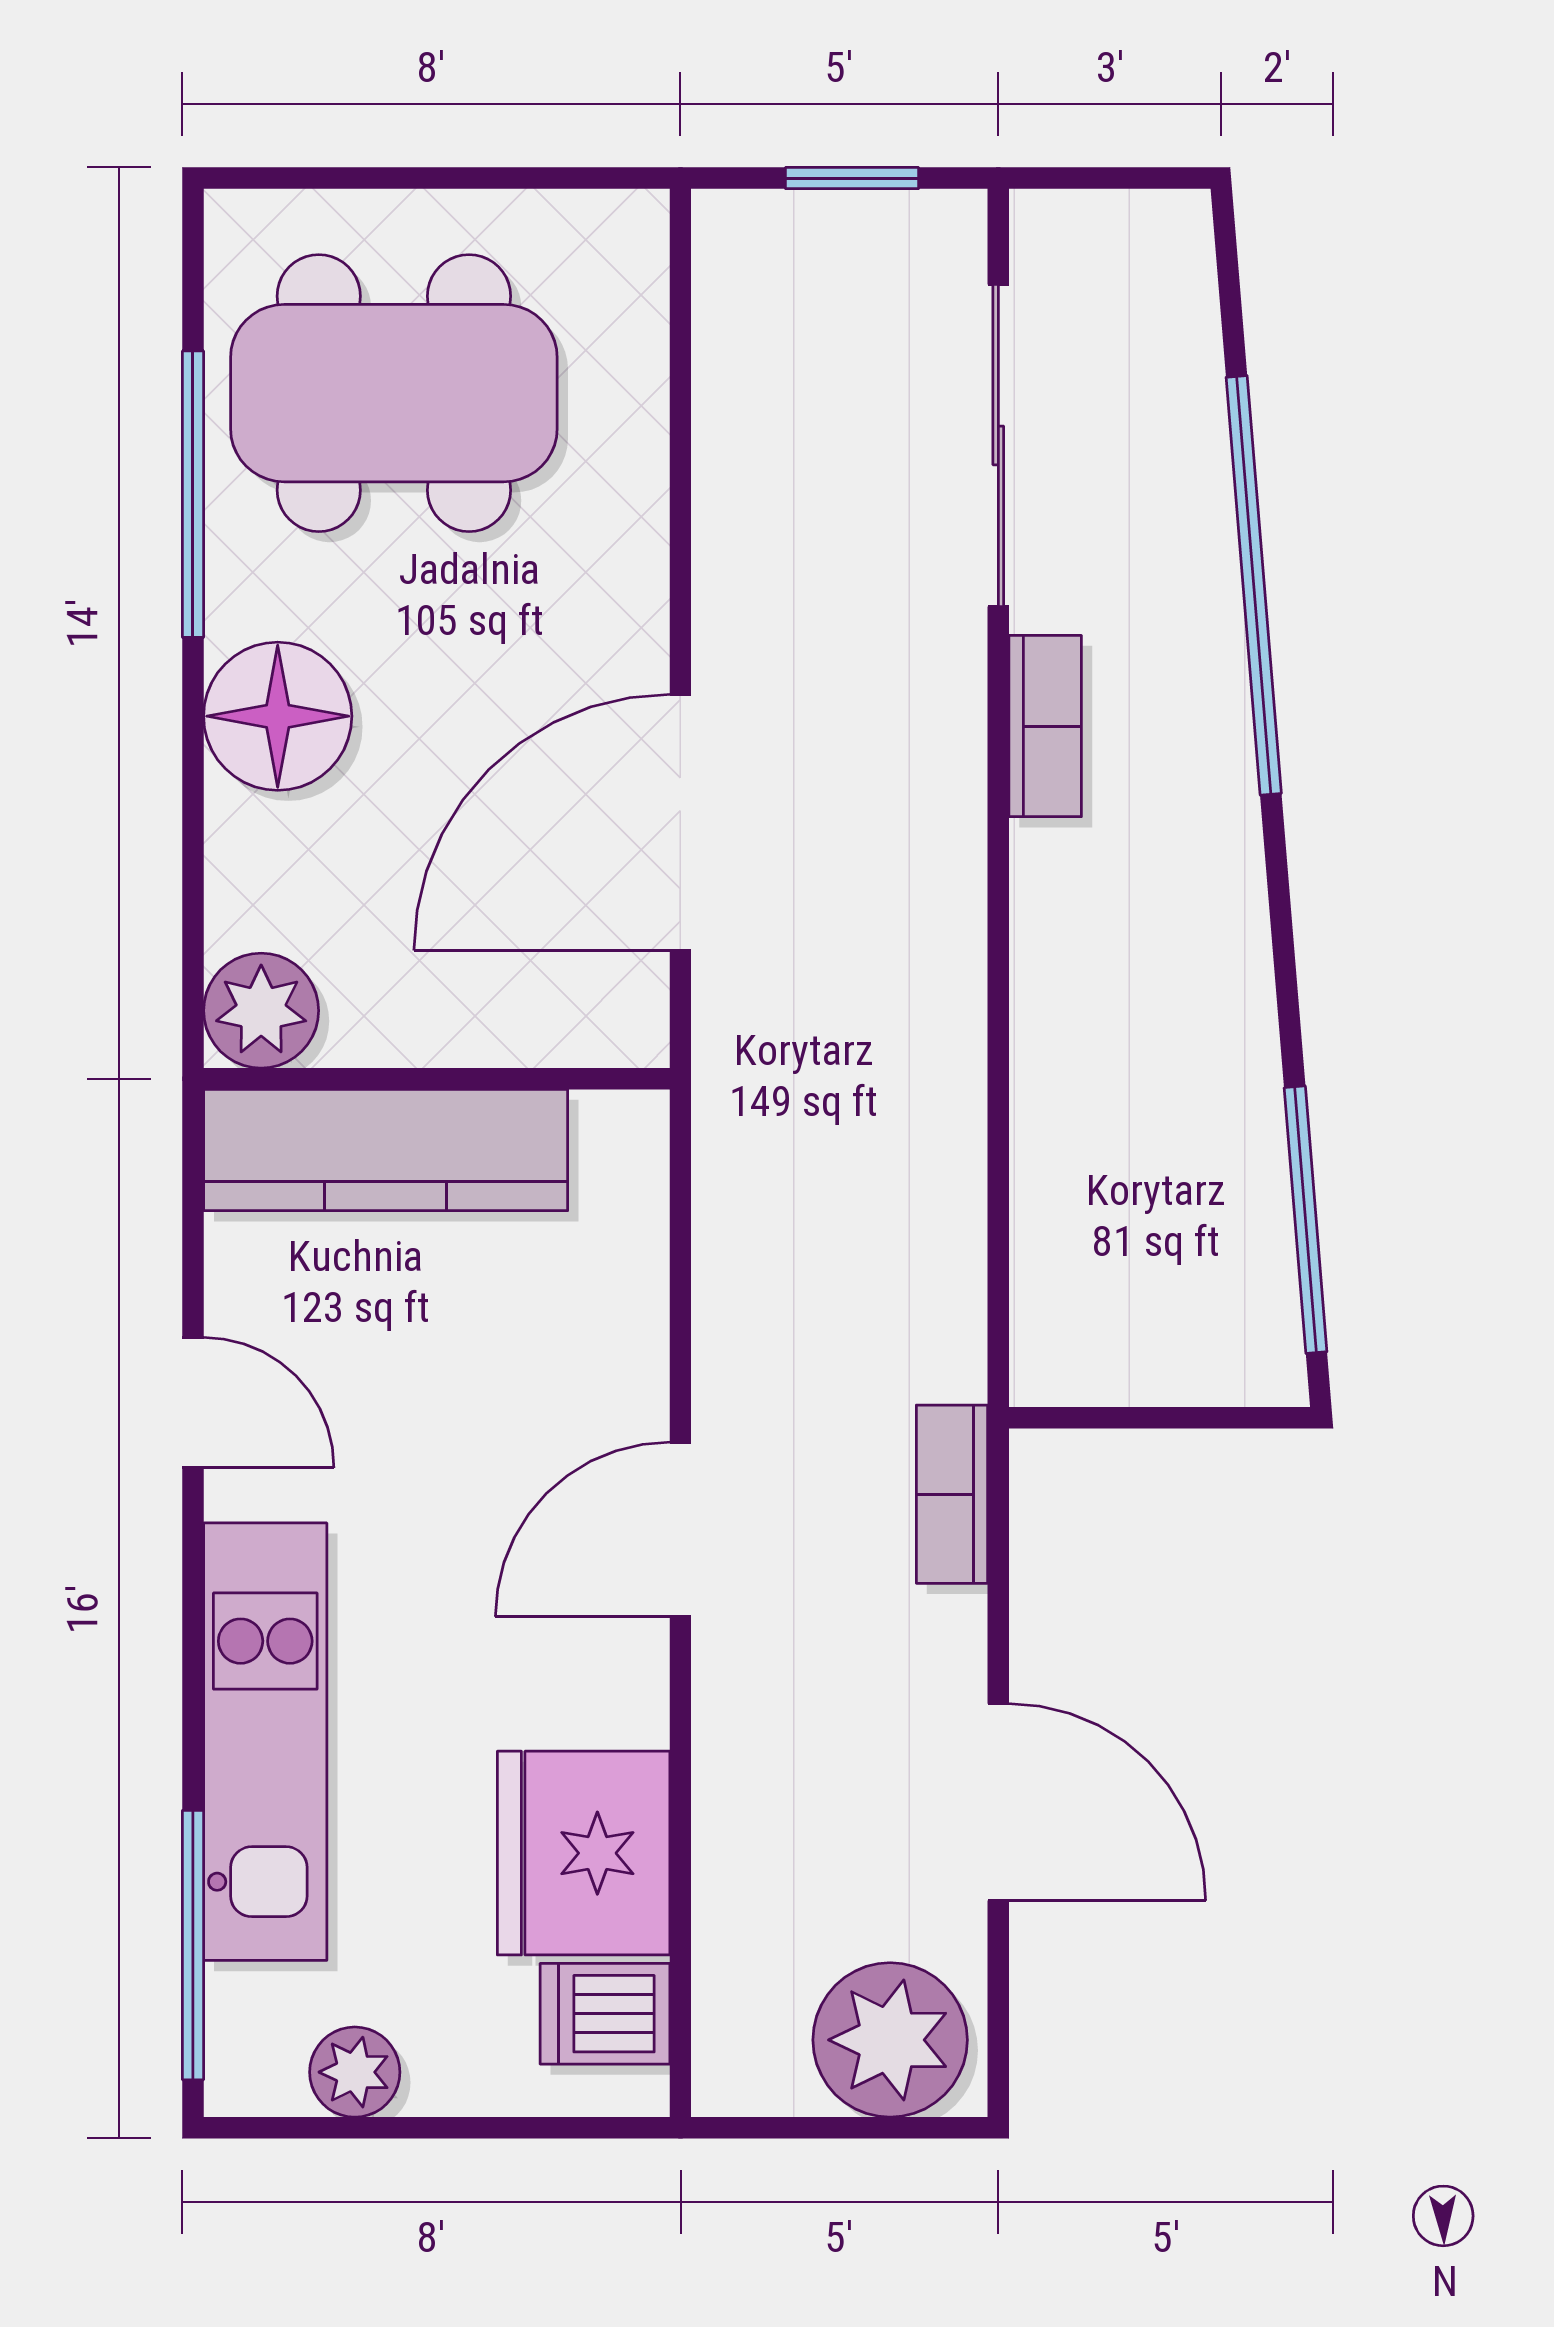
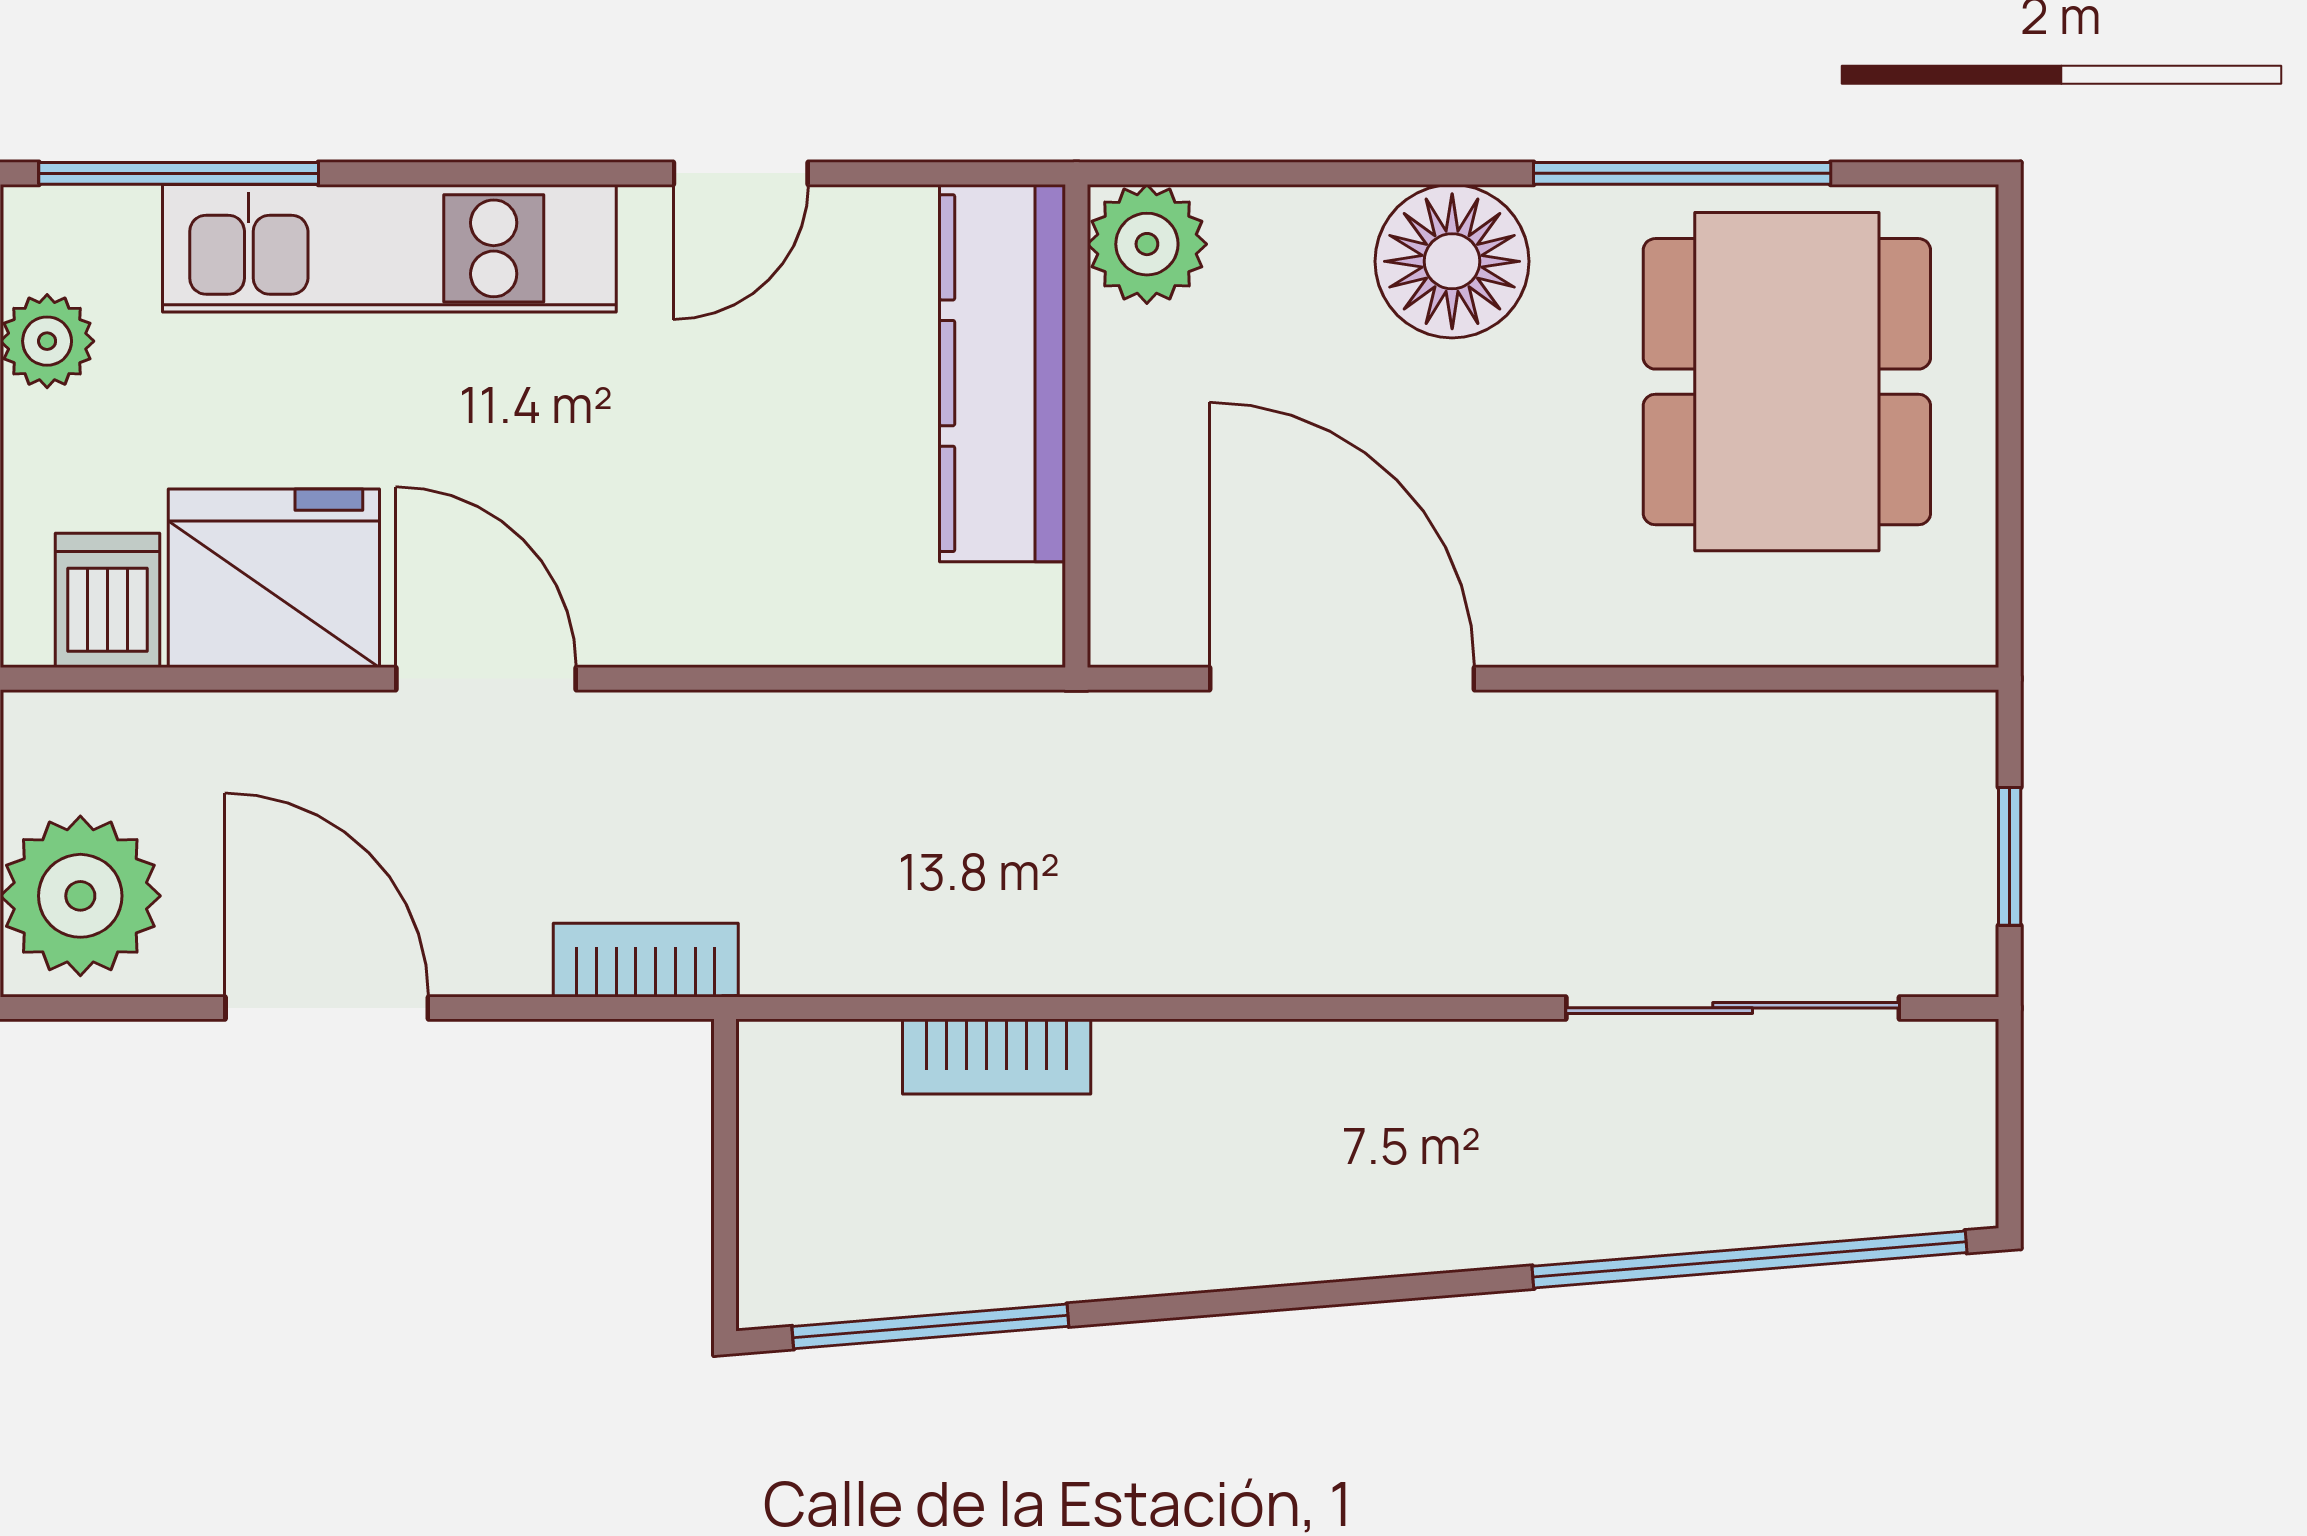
window: (1254, 585) -> (1749, 1259), moved
bookcase: (1045, 726) -> (997, 1057), moved
door: (680, 1529) -> (486, 679), moved
door: (998, 1802) -> (327, 1008), swing flipped

